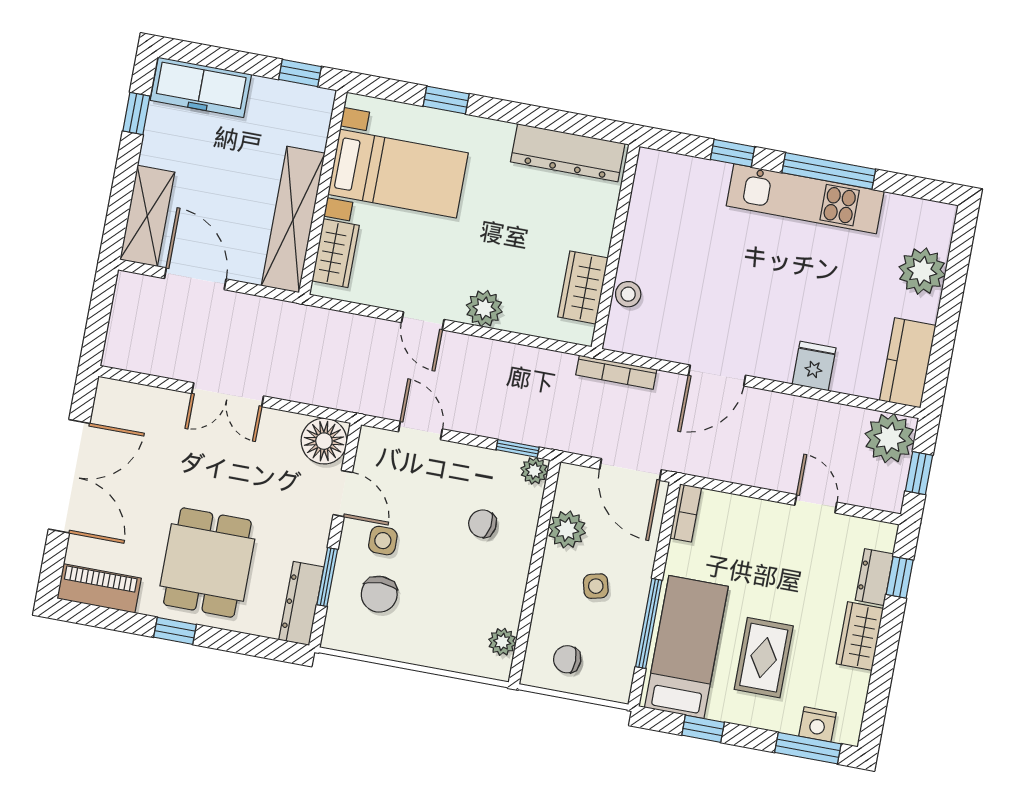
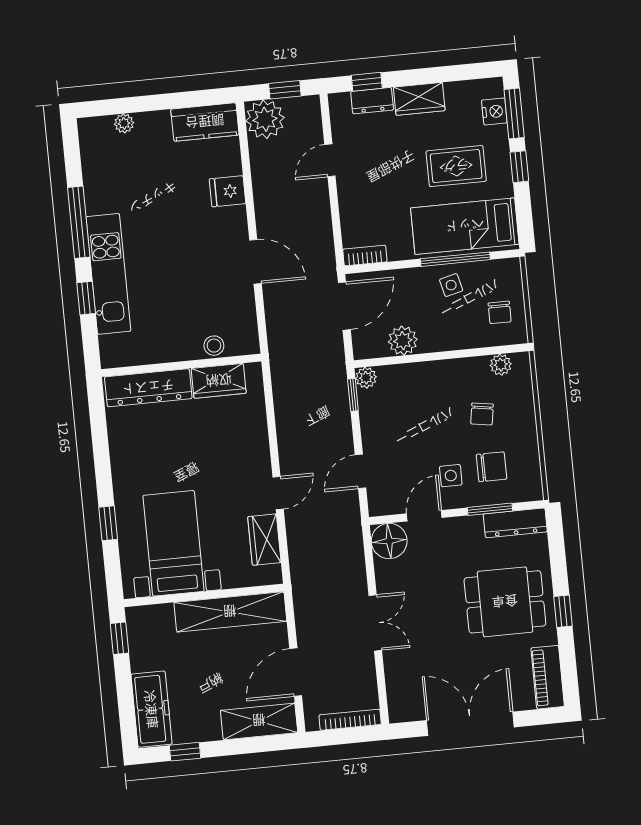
dresser: (568, 153) -> (148, 388), moved, turned 90
kitchen unit: (805, 199) -> (108, 274), moved
wardrobe: (335, 253) -> (264, 540), moved, turned -90
plant: (922, 271) -> (124, 123), width x0.53, depth x0.53
plant: (484, 308) -> (256, 450), removed
bookcase: (616, 372) -> (350, 720), moved, turned -90
chair: (482, 524) -> (482, 414), moved
side table: (596, 586) -> (451, 285), moved
window: (703, 729) -> (519, 167), moved

